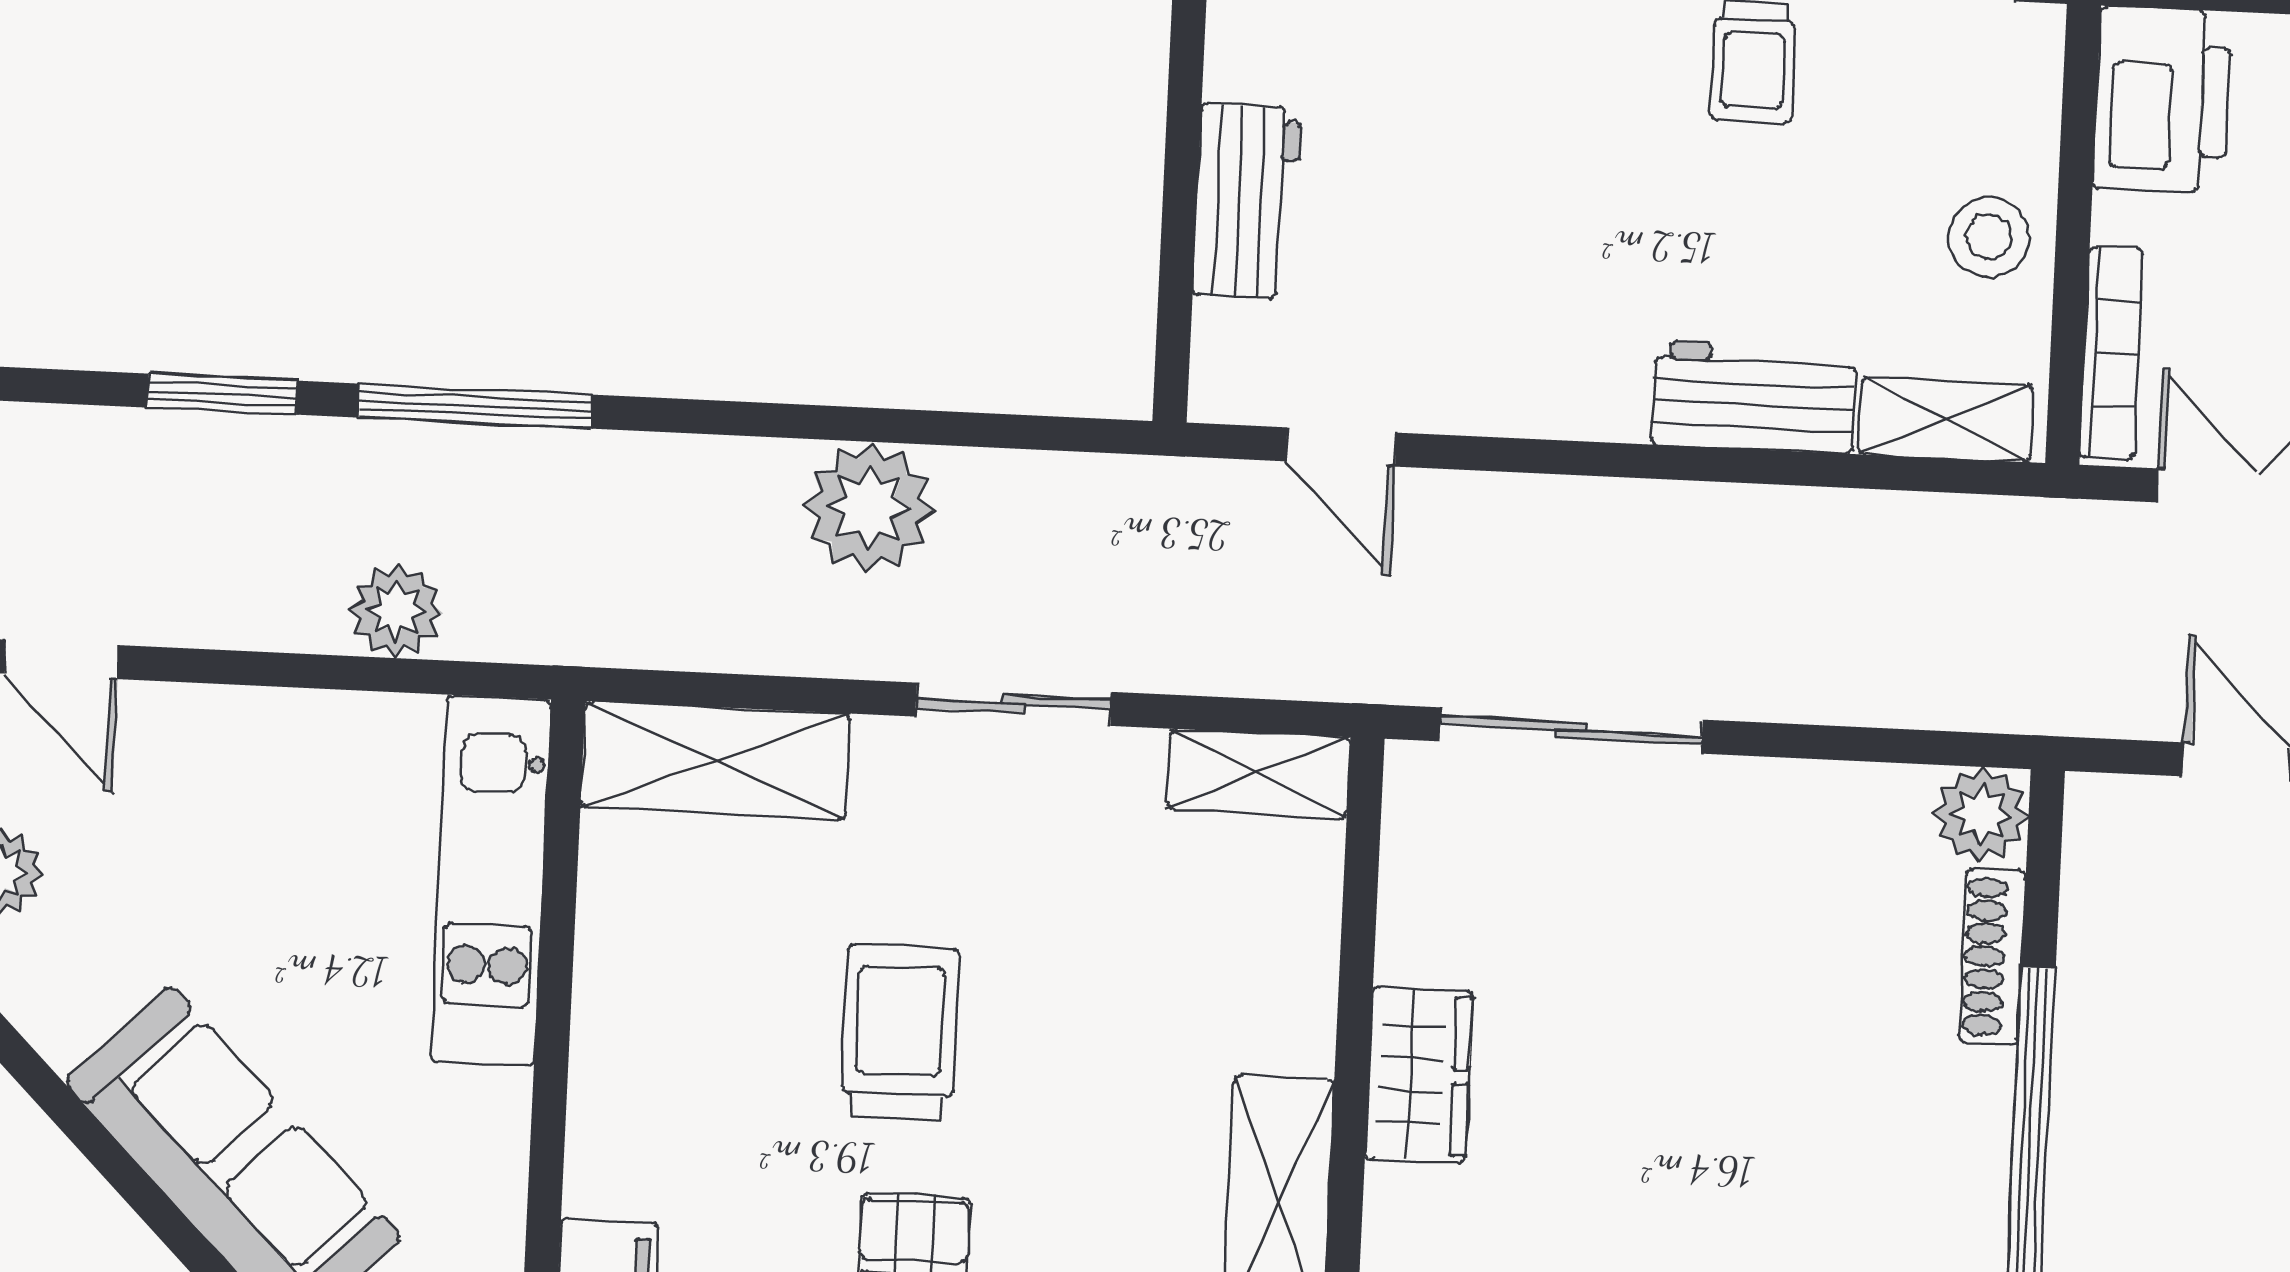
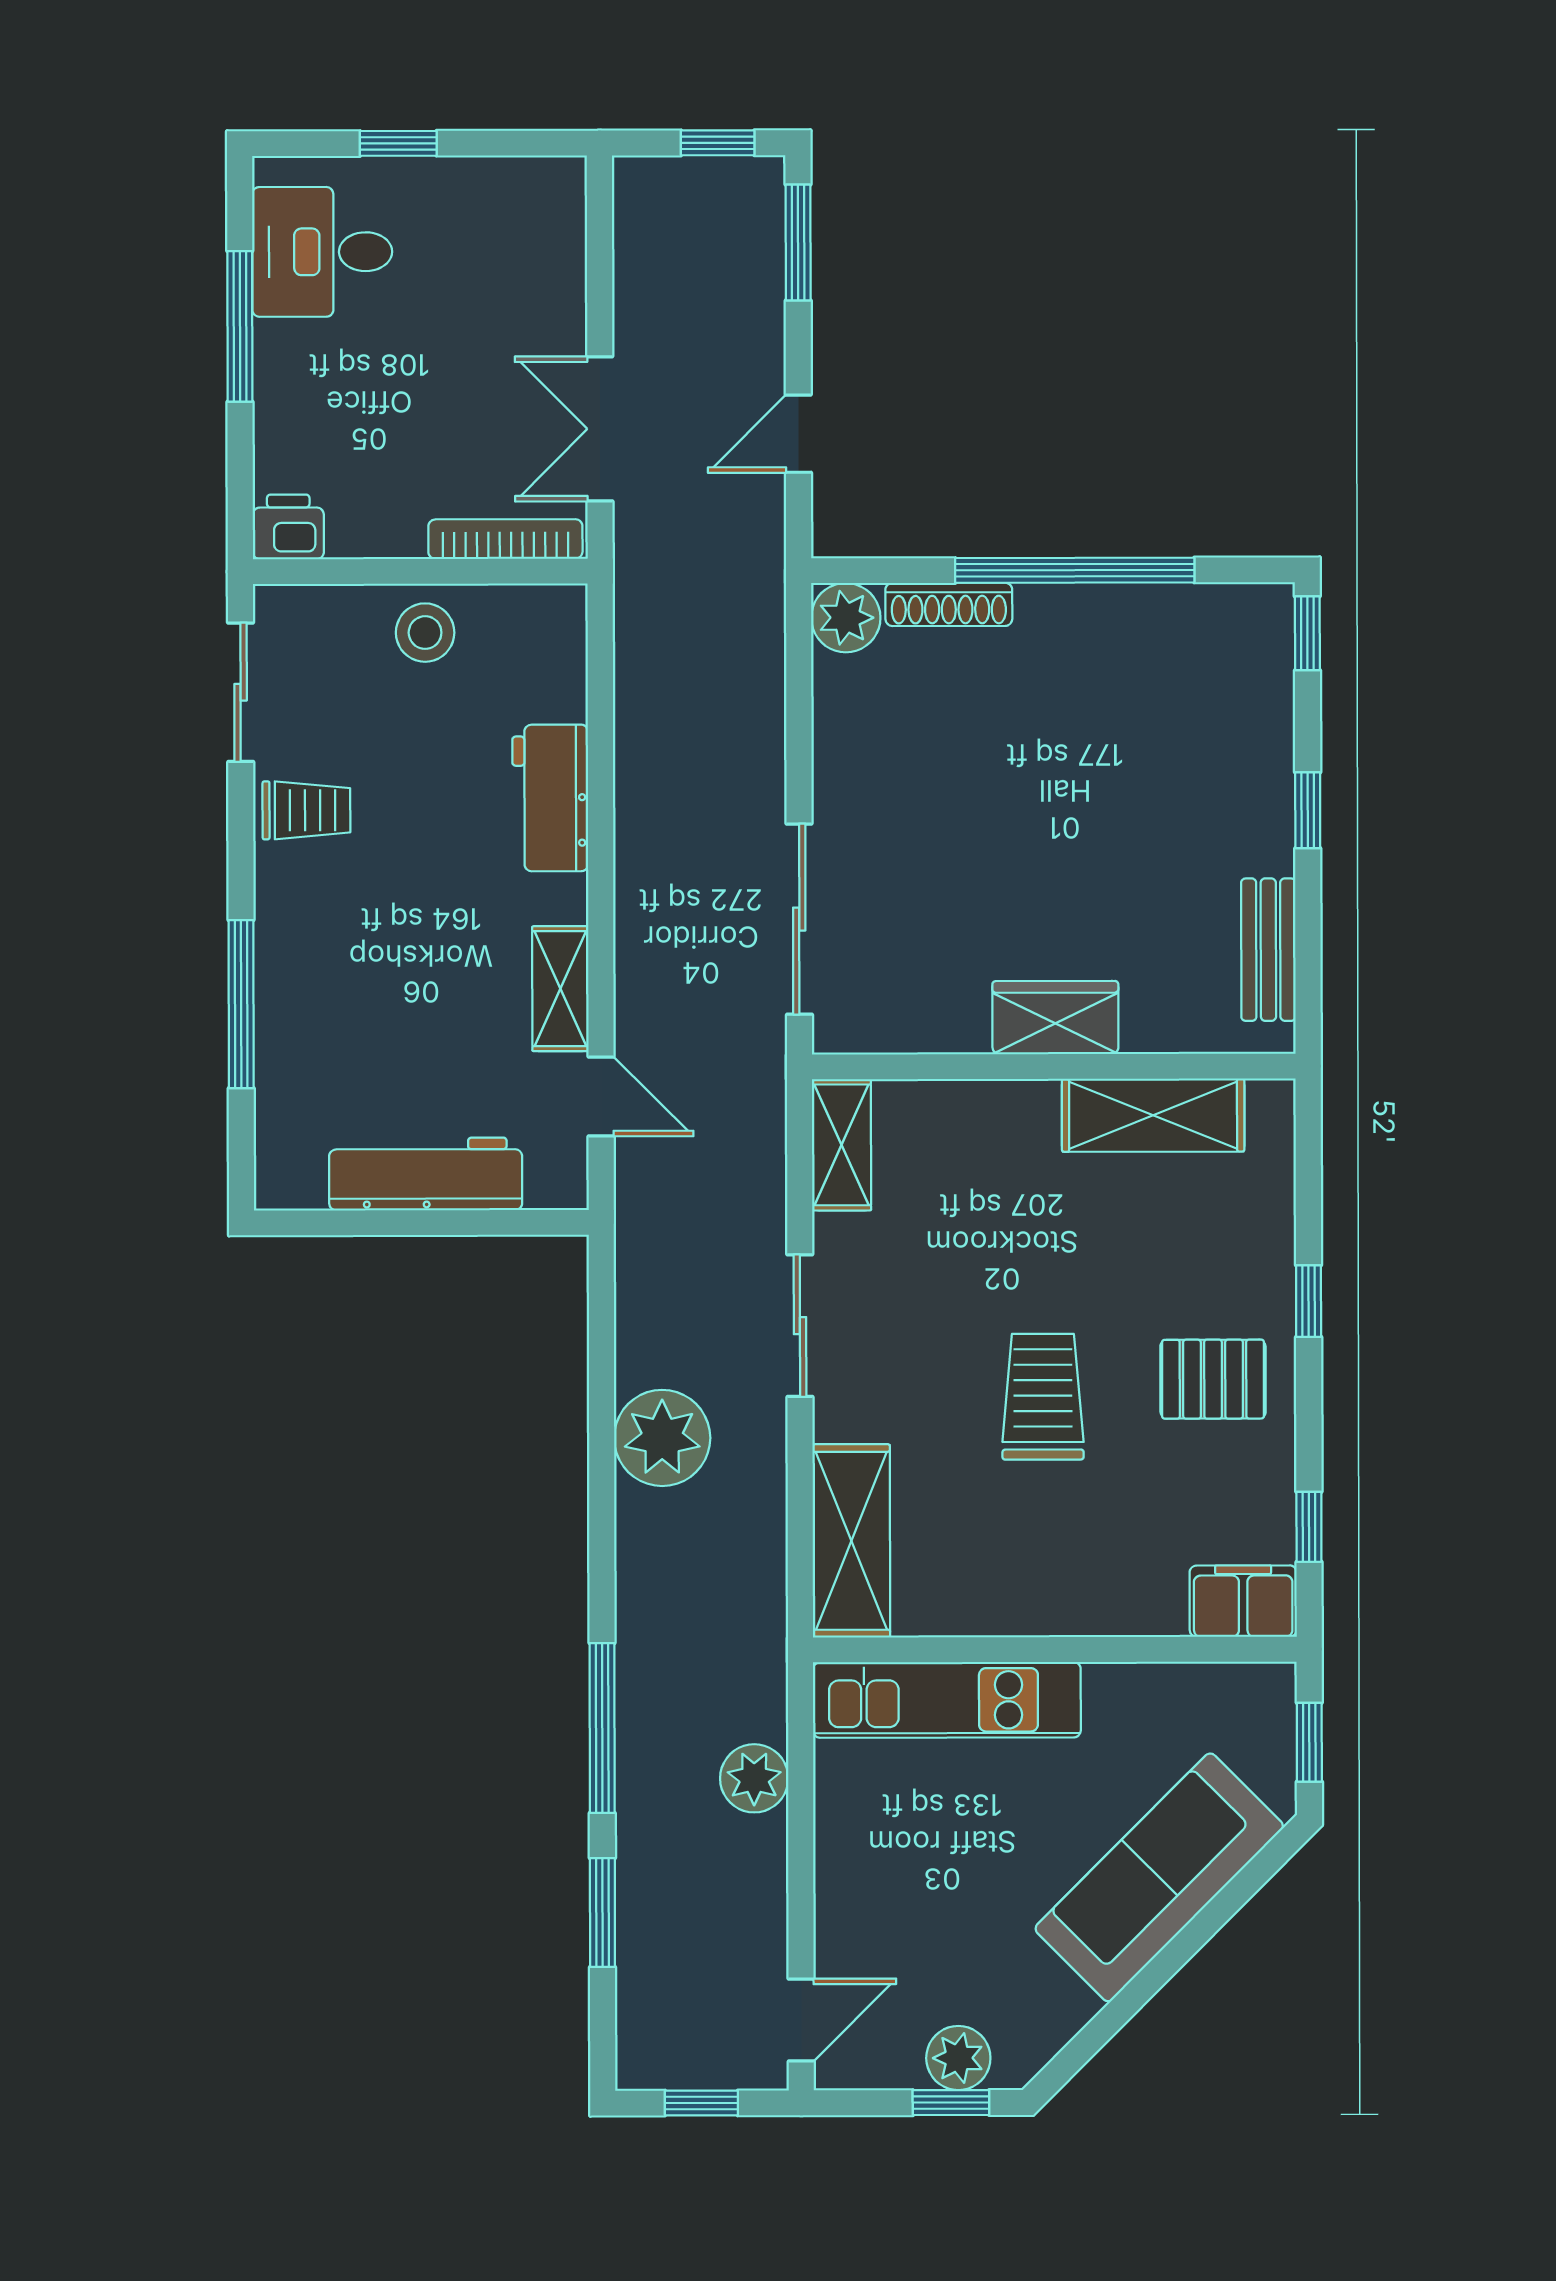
printer: (2162, 100) -> (288, 527), width x0.53, depth x0.68
workbench: (1247, 201) -> (426, 1174), width x1.38
shelving: (1946, 420) -> (560, 989), moved
door: (1341, 447) -> (601, 1096), hinge flipped
trolley: (900, 1033) -> (1043, 1397), turned 90

